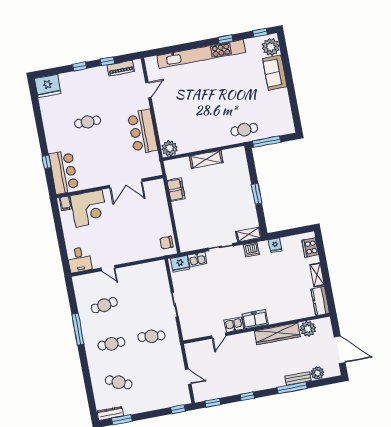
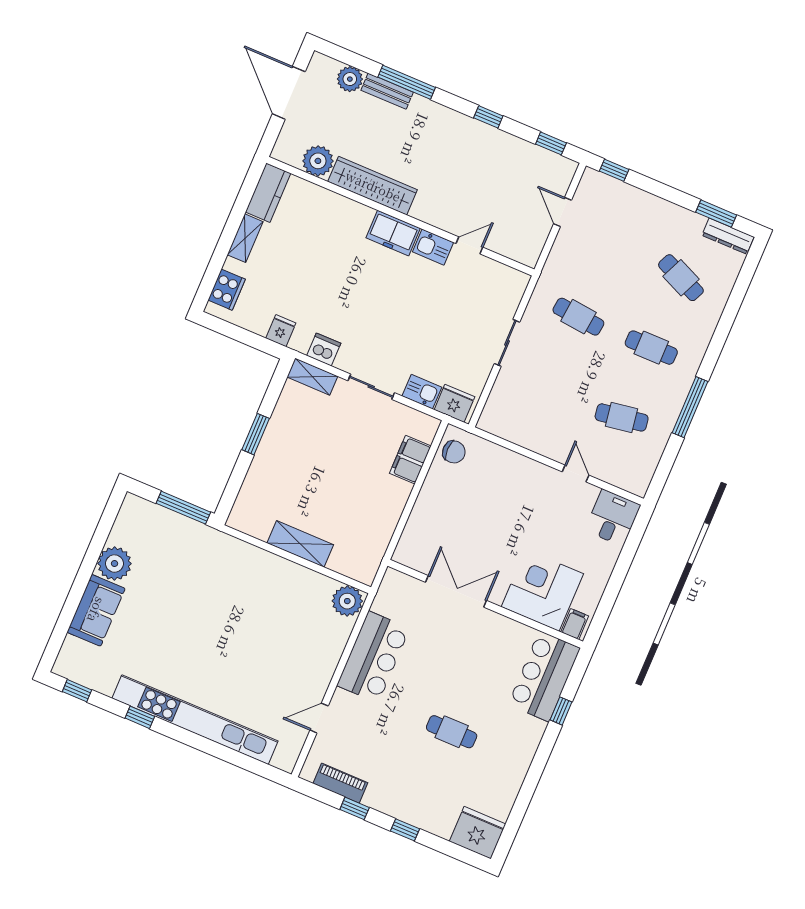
plant: (271, 47) -> (114, 564), moved
cafe table: (244, 130) -> (207, 551), removed
filing cabinet: (176, 190) -> (410, 460), moved

